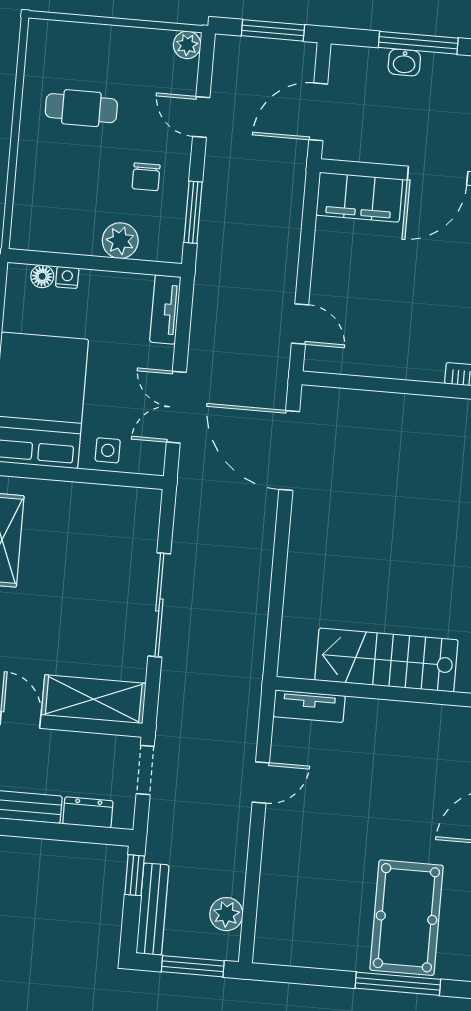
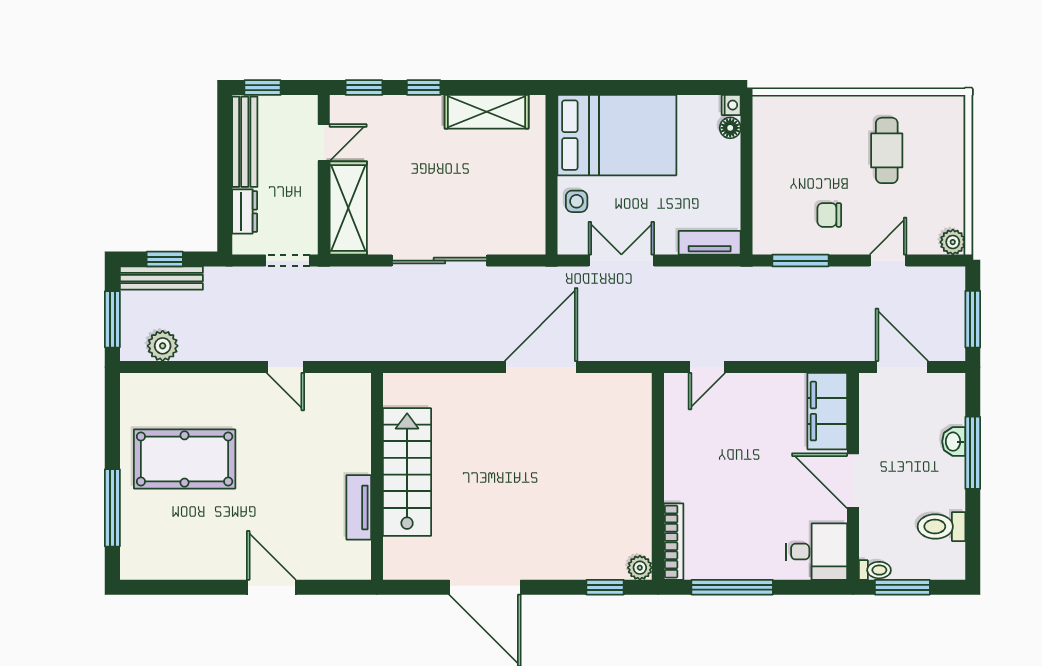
plant: (120, 241) -> (769, 196), removed
nightstand: (67, 277) -> (731, 105), moved
door: (289, 451) -> (541, 367), moved
tv unit: (309, 706) -> (359, 507), moved
window: (135, 875) -> (165, 259), moved
pool table: (406, 918) -> (185, 459), moved

